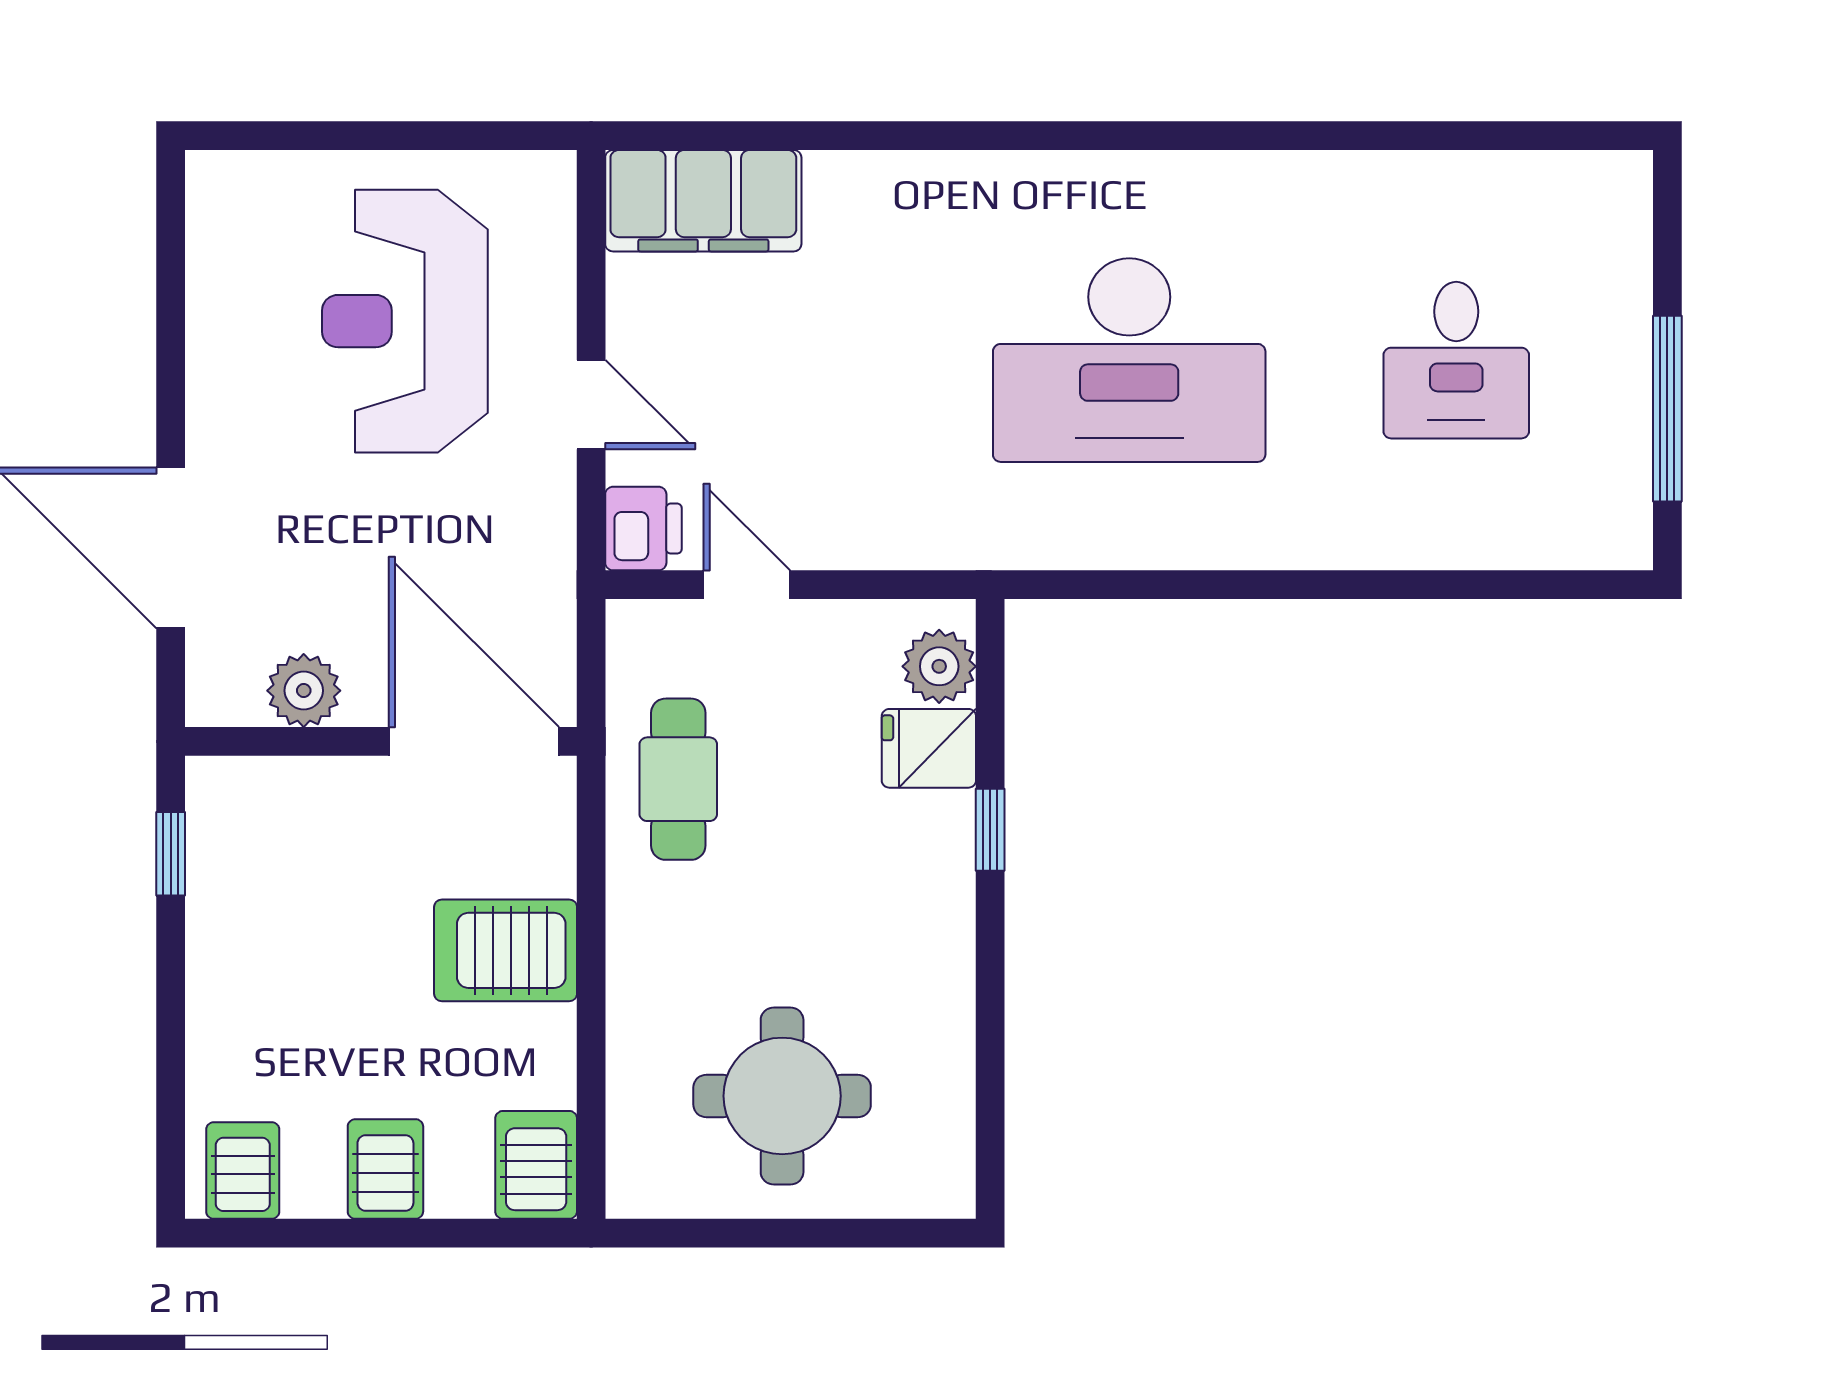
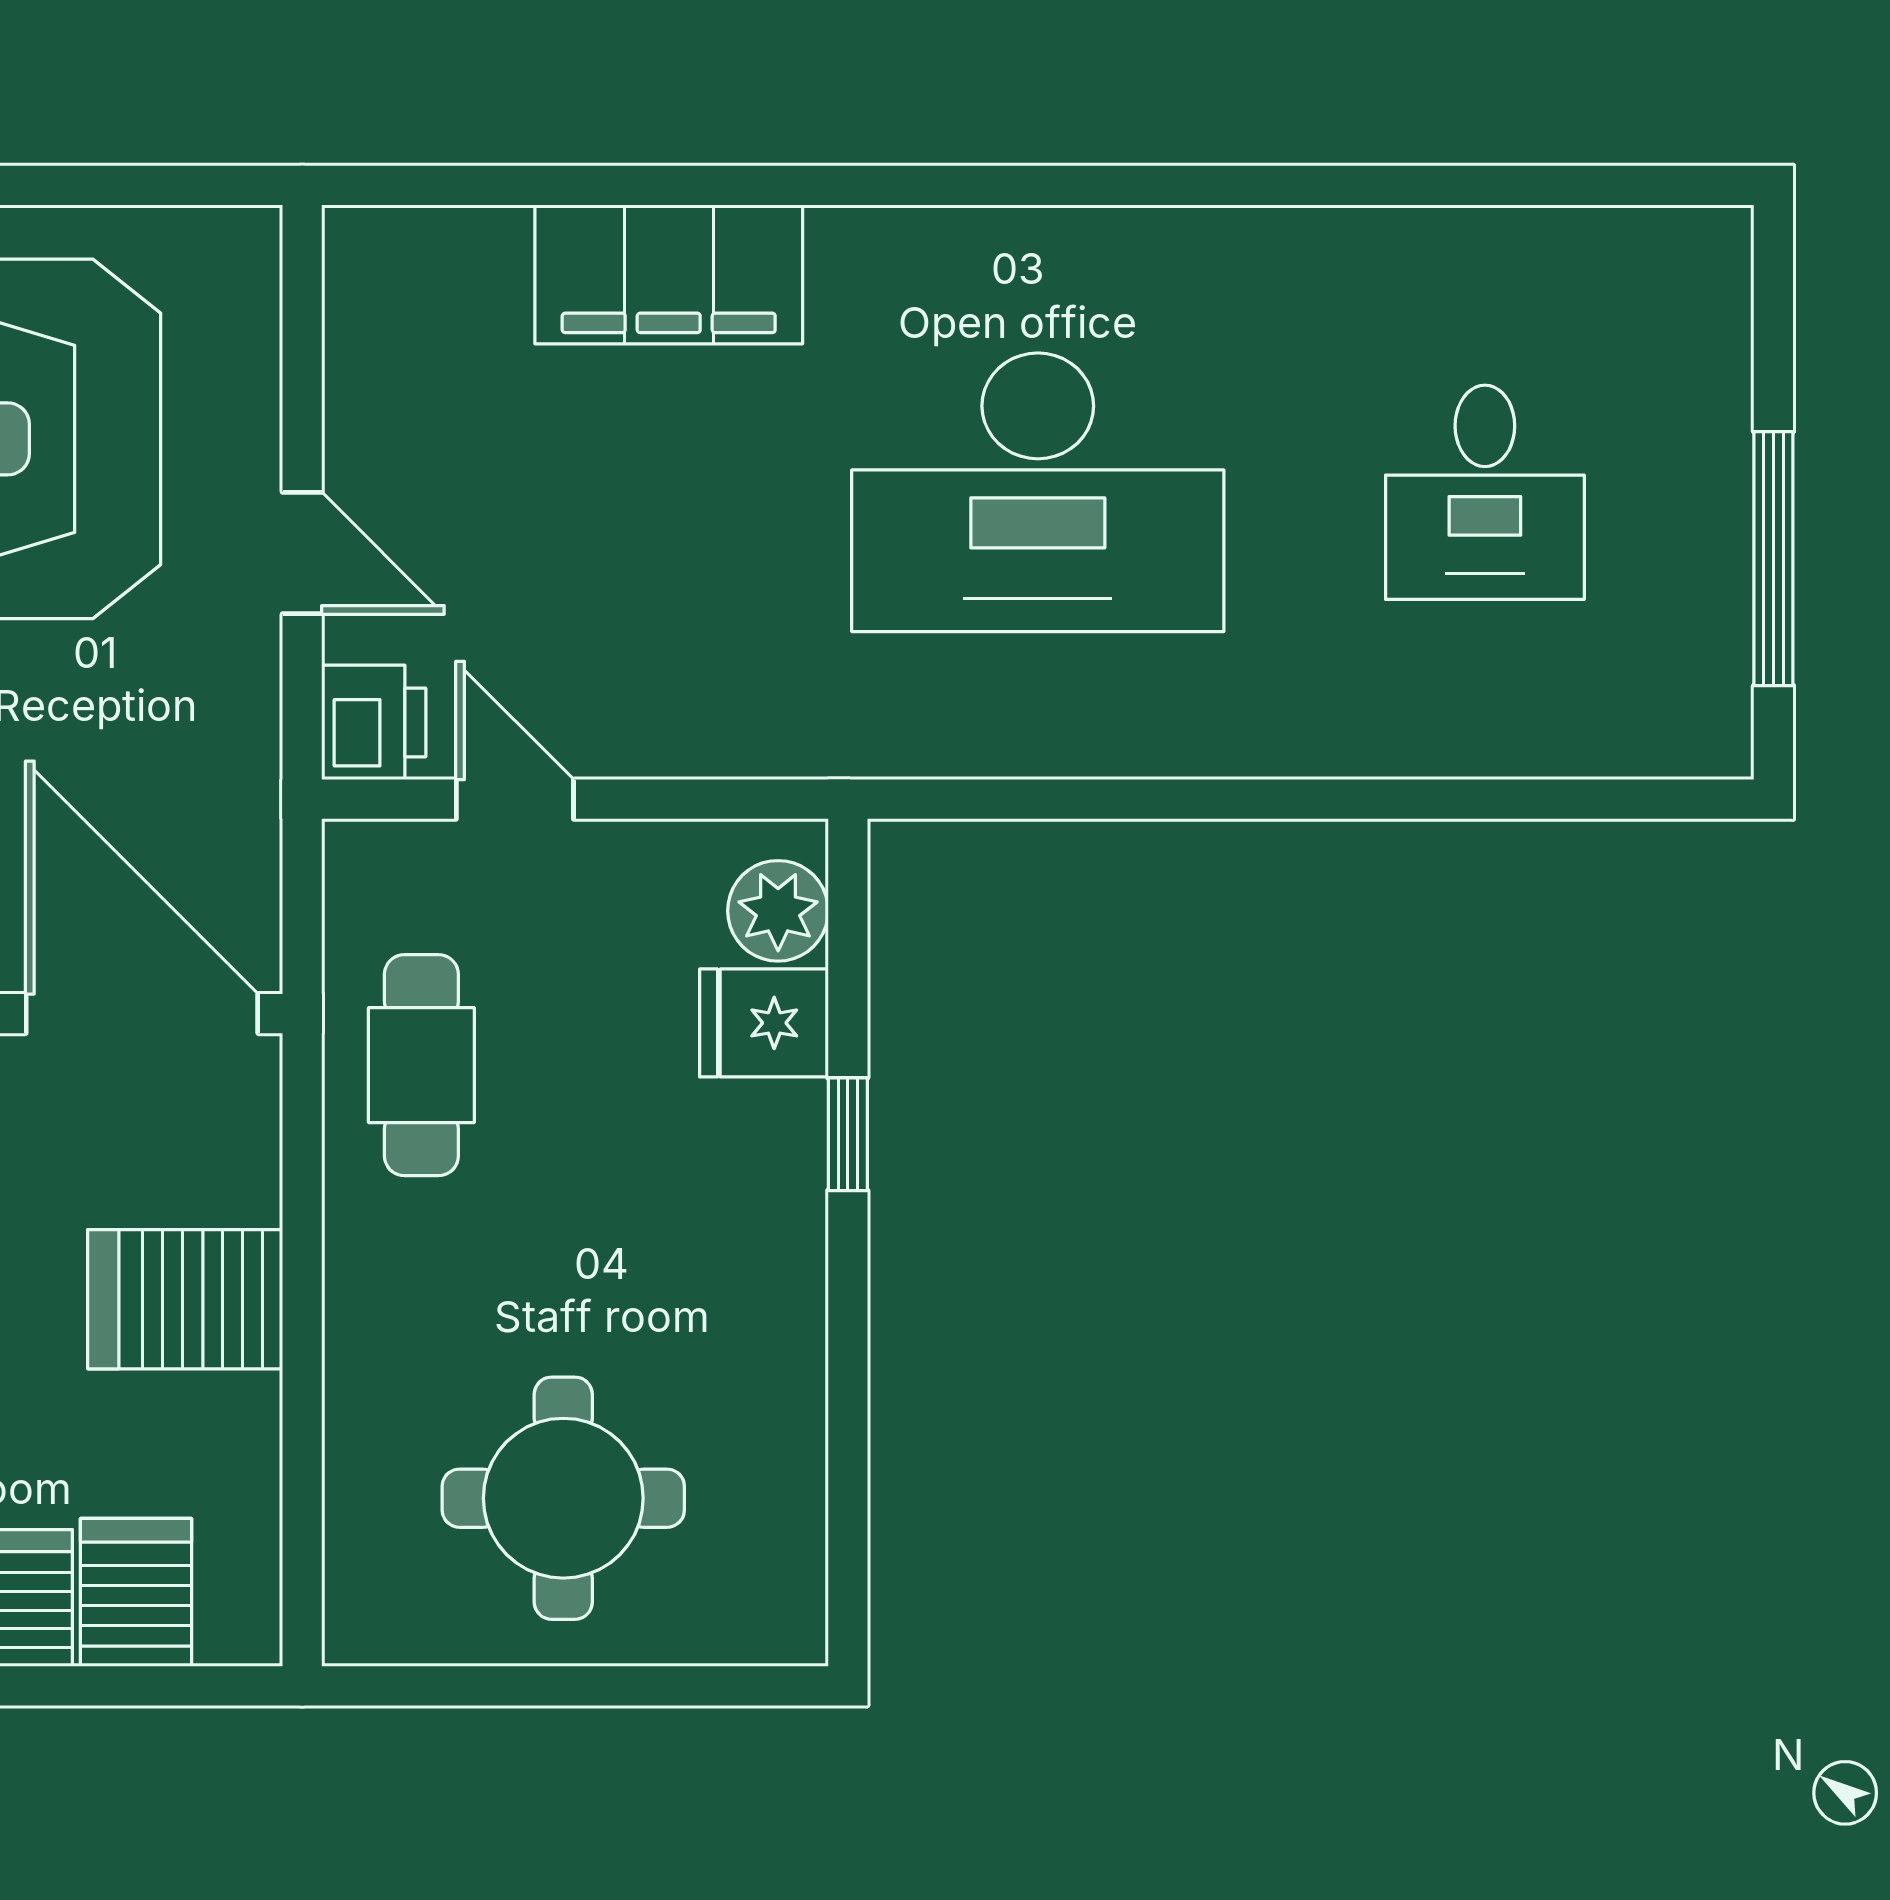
filing cabinet: (703, 201) -> (669, 274), moved
server rack: (536, 1165) -> (136, 1592), moved

